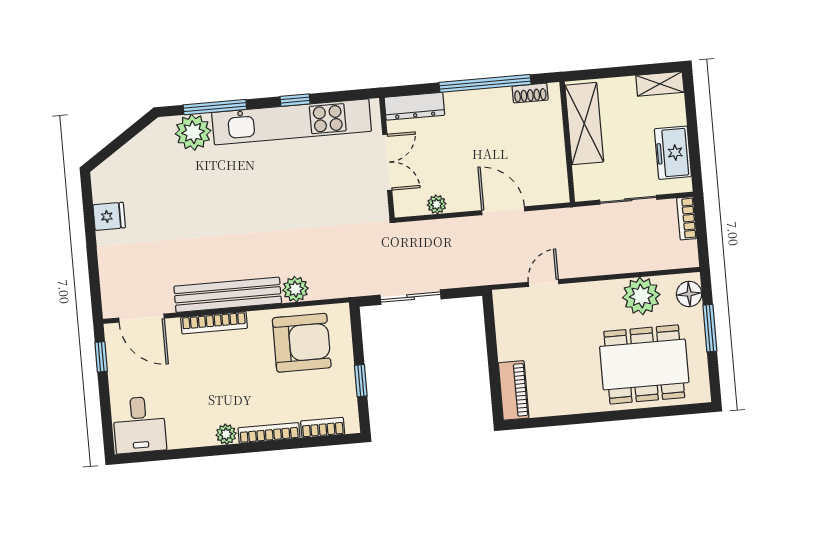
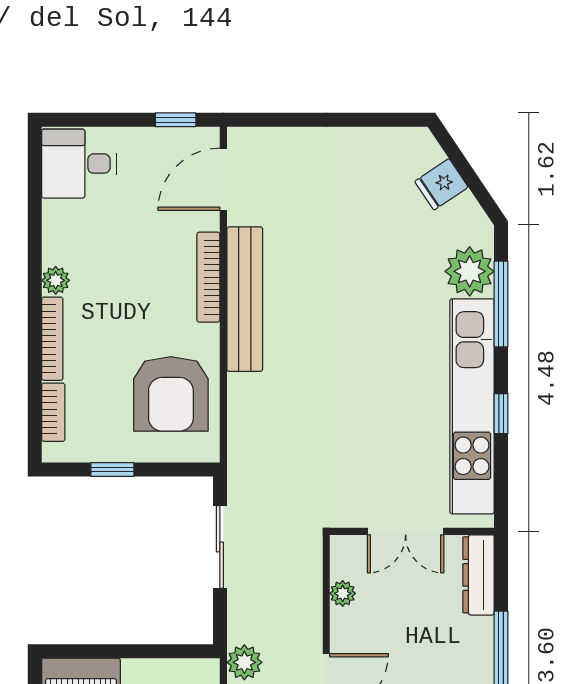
fridge: (109, 216) -> (441, 184), moved, turned 56
plant: (295, 289) -> (244, 662), moved

